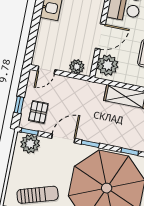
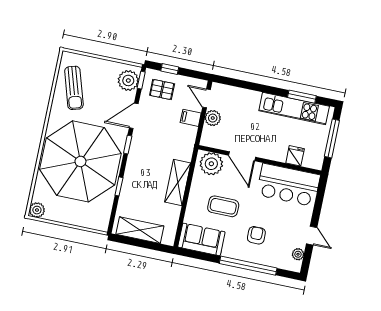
plant: (77, 67) -> (213, 118), moved
filing cabinet: (65, 85) -> (191, 118), added
door: (63, 138) -> (134, 116), swing flipped

